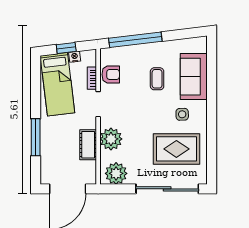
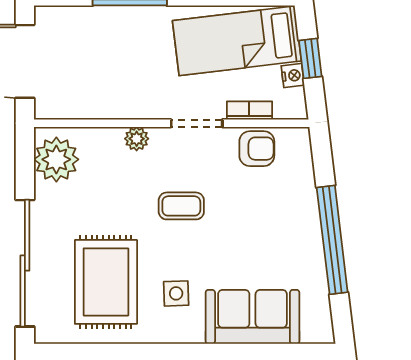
window: (135, 40) -> (332, 240), moved
armchair: (111, 74) -> (257, 149), turned -90
coffee table: (157, 79) -> (181, 206), moved
plant: (111, 139) -> (137, 139), width x0.53, depth x0.53
cot: (88, 145) -> (115, 103), removed

